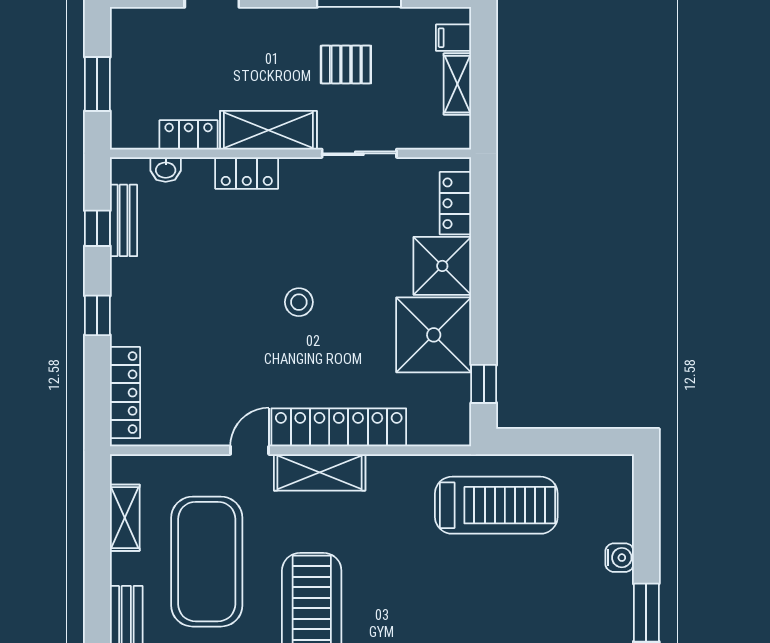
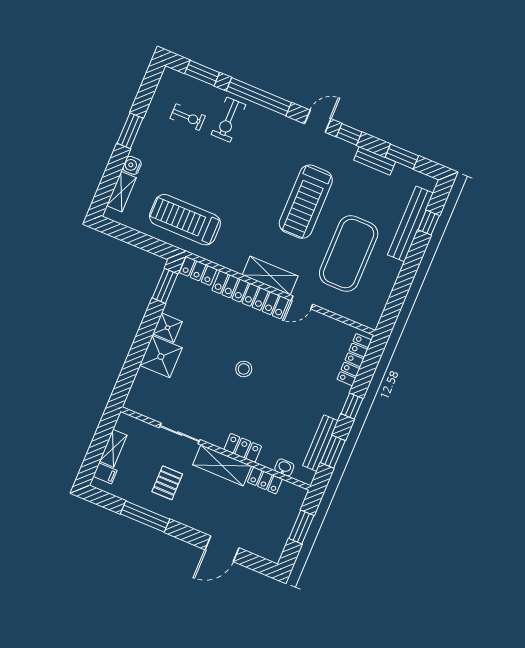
pallet: (346, 64) -> (167, 483), turned 90
locker: (455, 203) -> (198, 271), moved, turned 90
bench: (124, 220) -> (320, 443), width x1.36
window: (97, 228) -> (333, 452), width x1.50
shower: (434, 335) -> (168, 328), width x0.54, depth x0.54
window: (484, 384) -> (165, 286), width x1.50
shelving: (125, 518) -> (121, 192), moved

